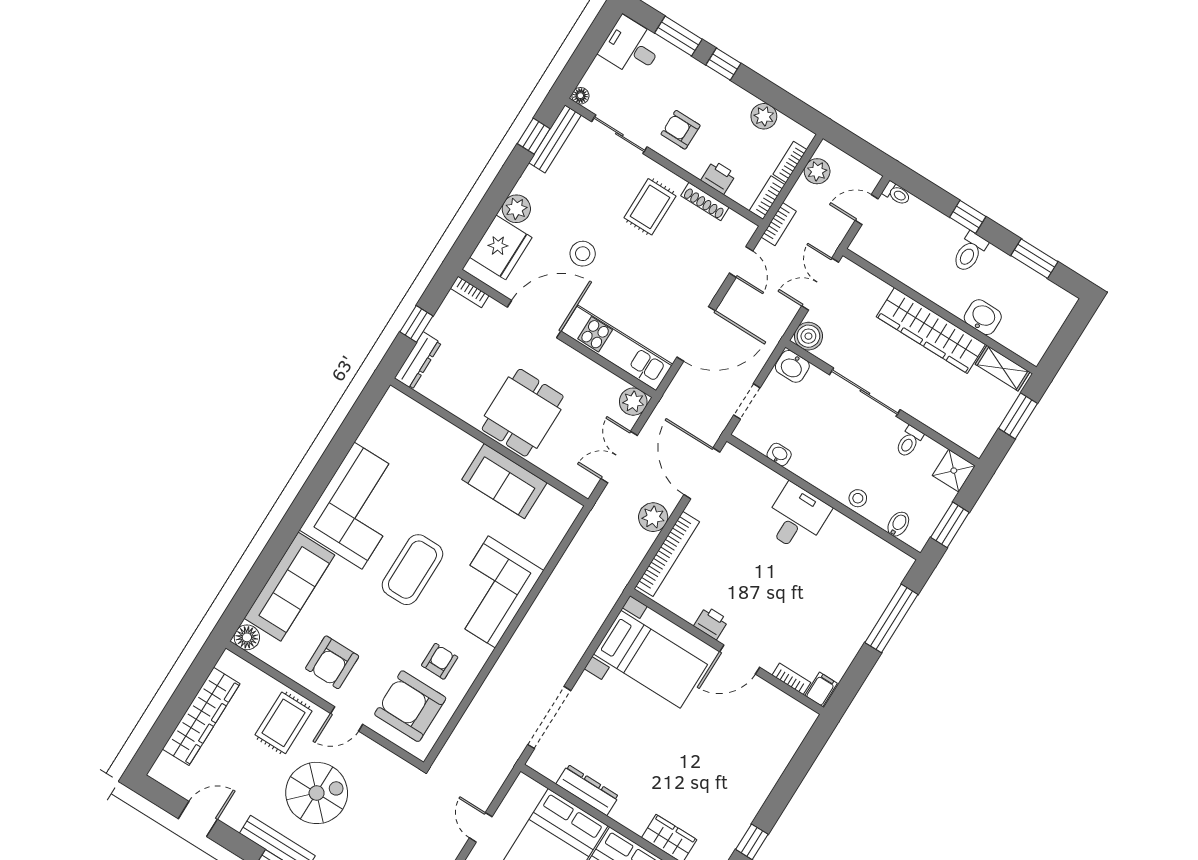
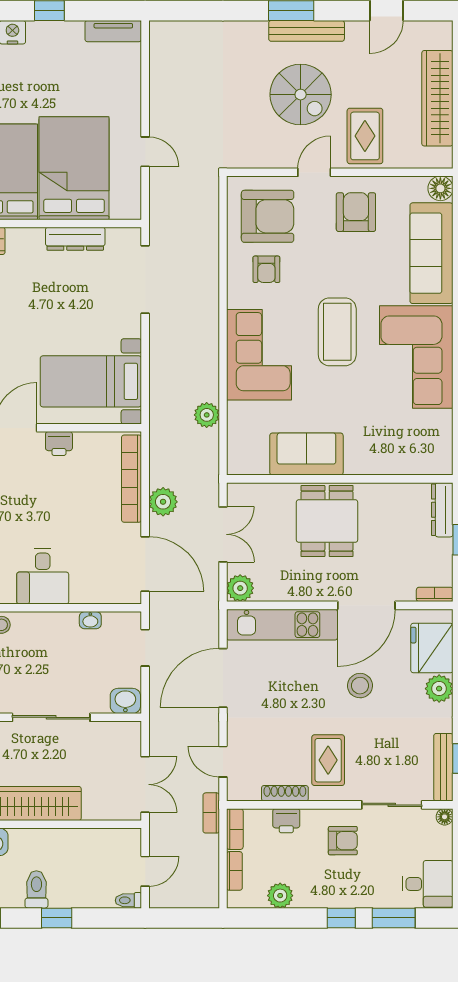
plant: (817, 171) -> (207, 415), moved
boiler: (808, 336) -> (128, 735), removed
spiral stairs: (317, 793) -> (301, 95), turned -90

